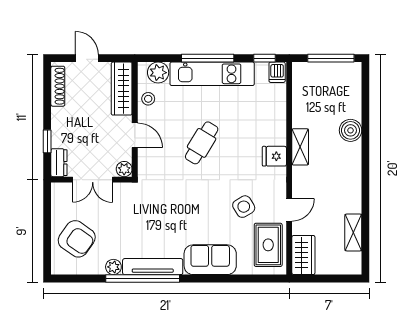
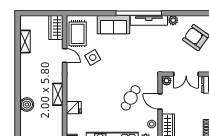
cafe table: (202, 143) -> (131, 98), moved
fridge: (274, 156) -> (74, 108), moved
double door: (93, 180) -> (186, 74), swing flipped
door: (289, 210) -> (65, 56), swing flipped
window: (143, 278) -> (139, 13), moved

